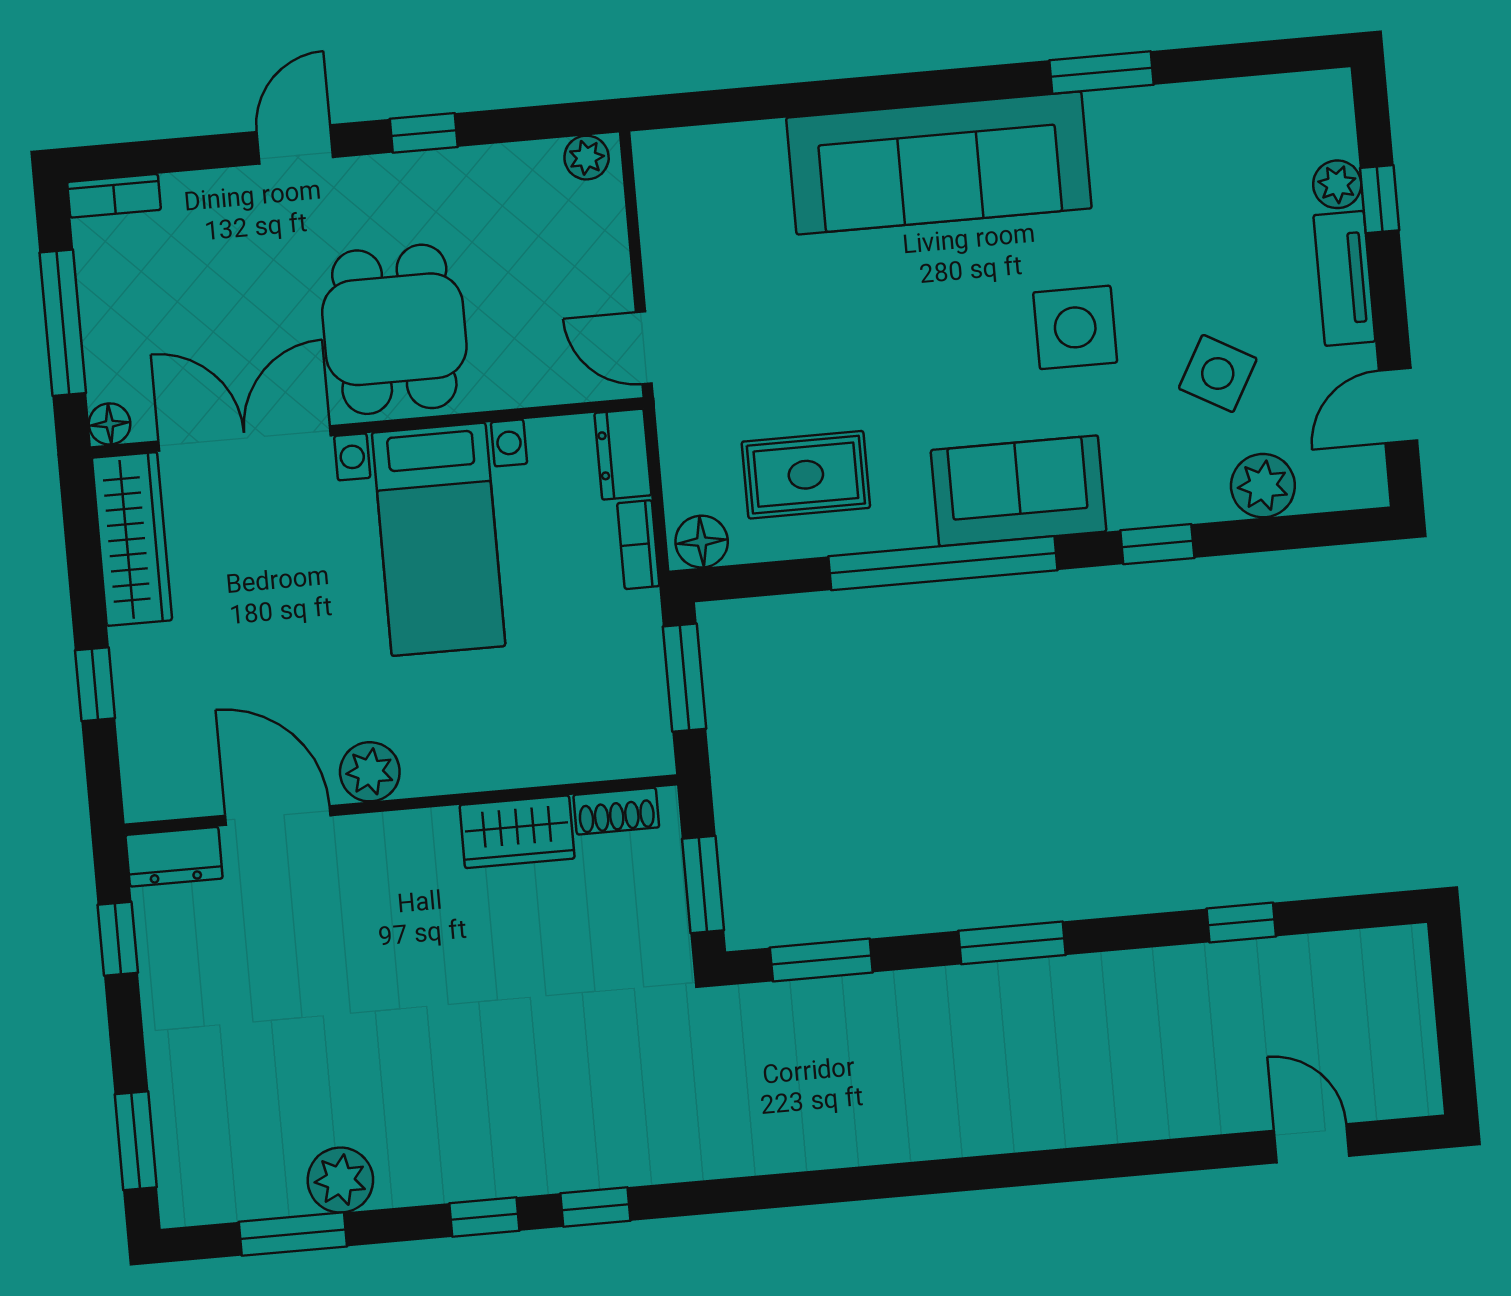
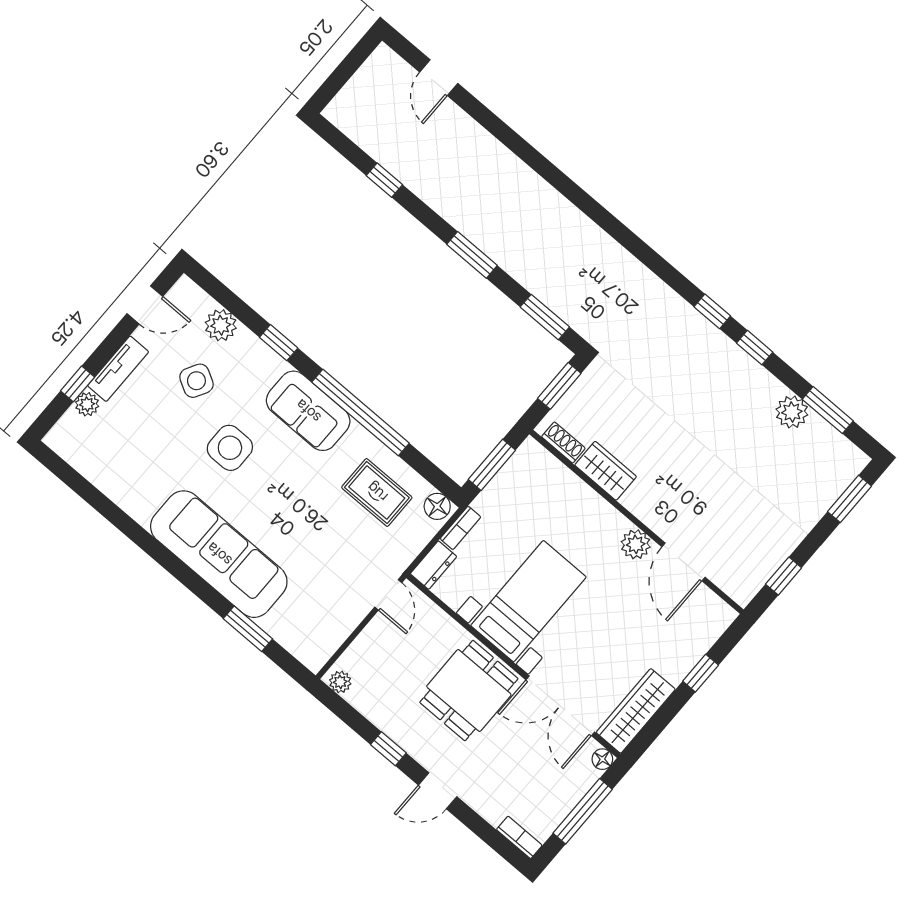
window: (1101, 72) -> (248, 629), moved
dresser: (174, 857) -> (735, 585), removed

